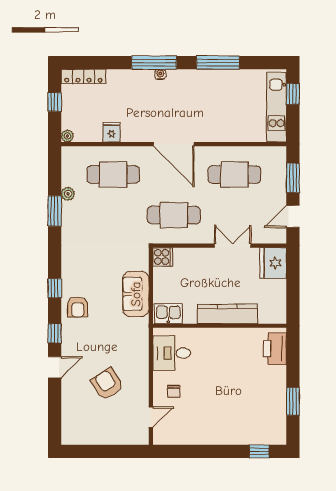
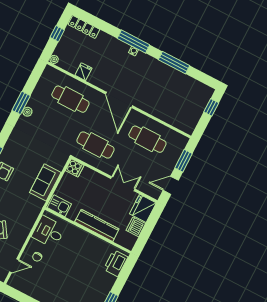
kitchen unit: (277, 107) -> (196, 110), removed
plant: (68, 194) -> (27, 112), moved
dishwasher: (276, 291) -> (136, 227), added

